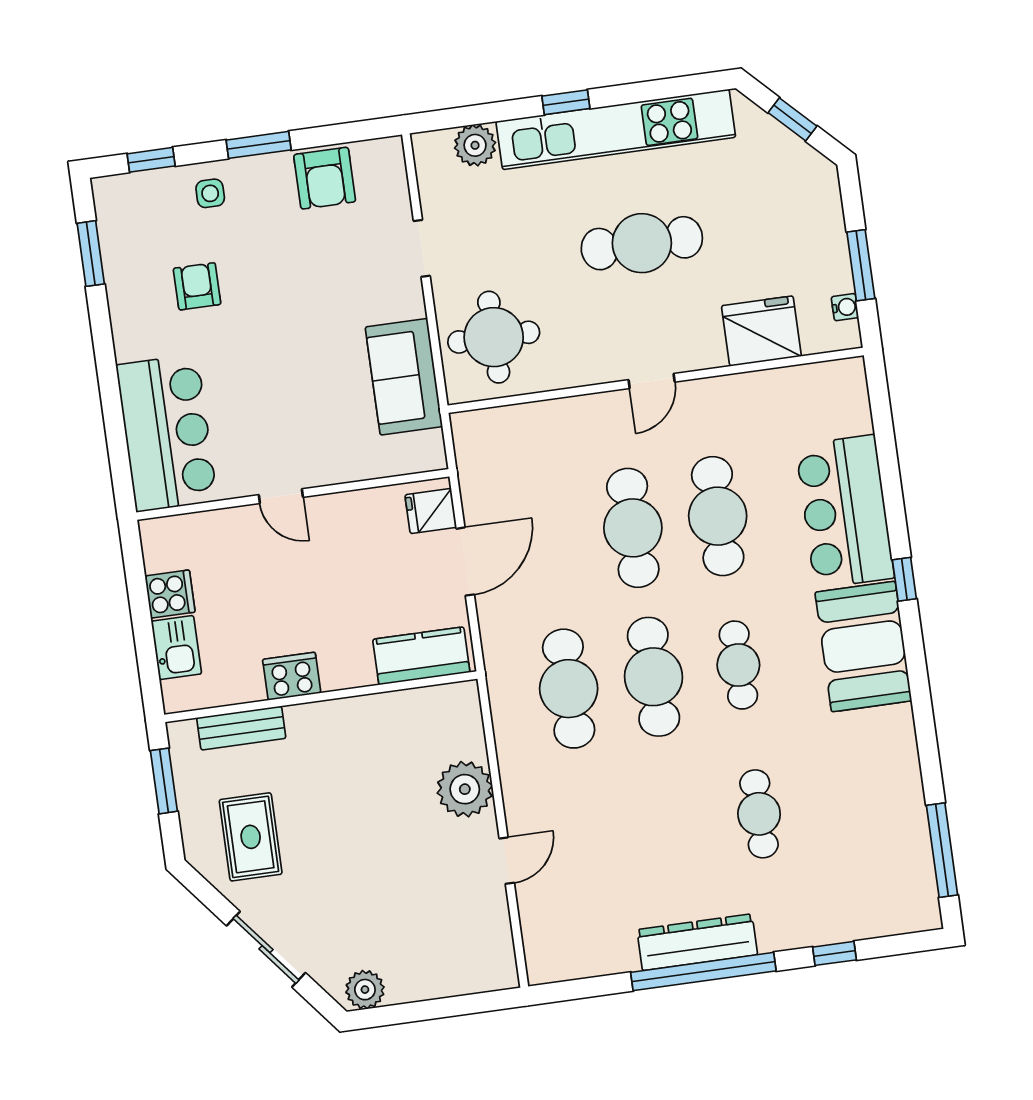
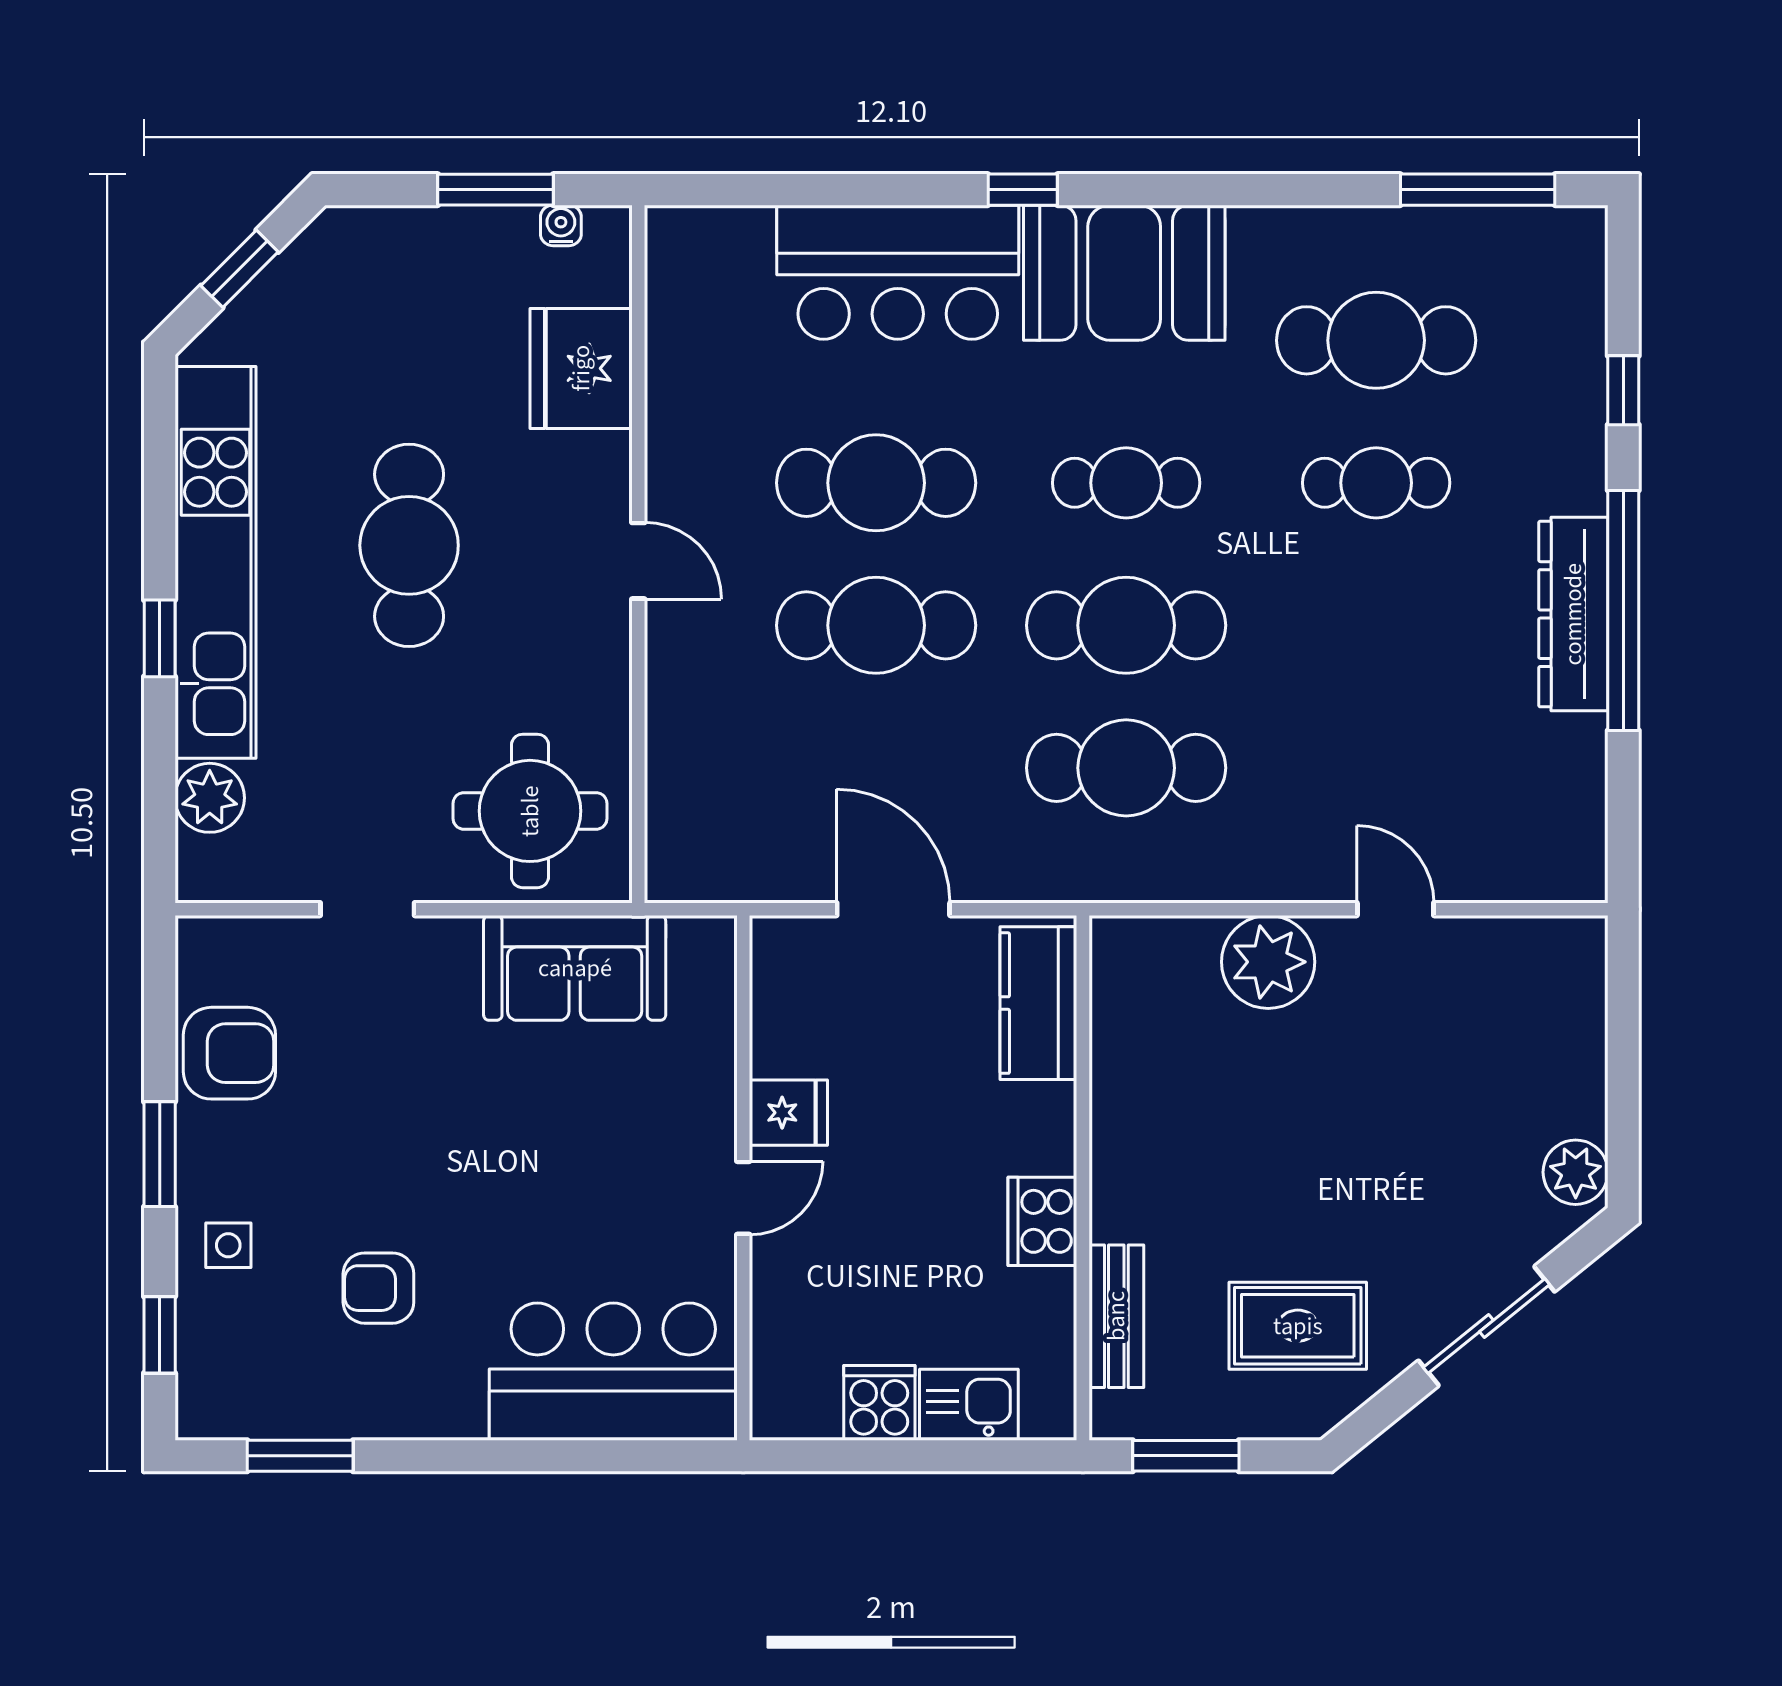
fridge: (431, 511) -> (788, 1113), moved, turned -90
cafe table: (844, 802) -> (1376, 340), added

